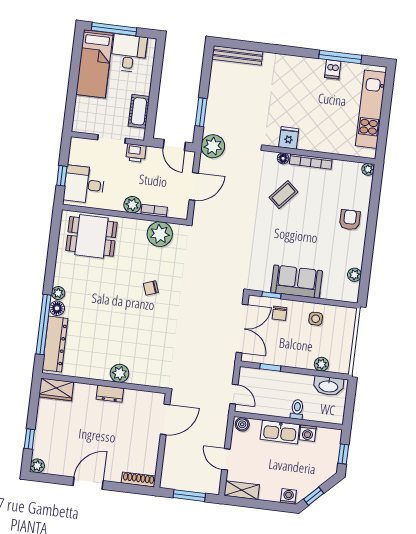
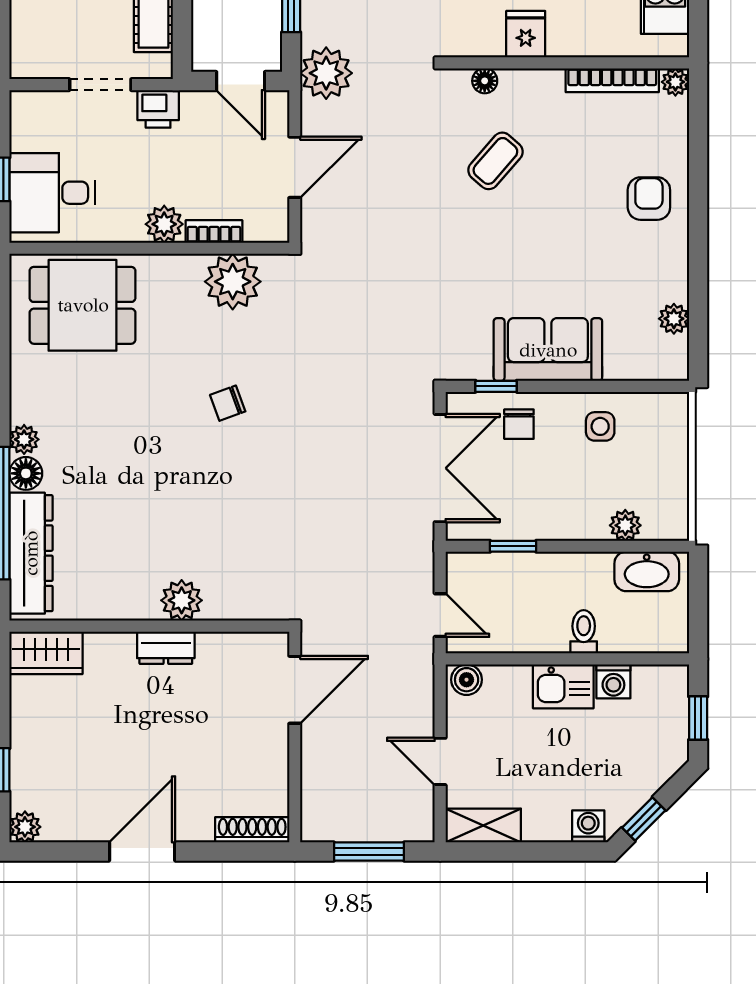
fridge: (289, 138) -> (526, 34), moved
bookcase: (311, 161) -> (612, 80), moved
kitchen sink: (280, 432) -> (563, 686), width x0.73

